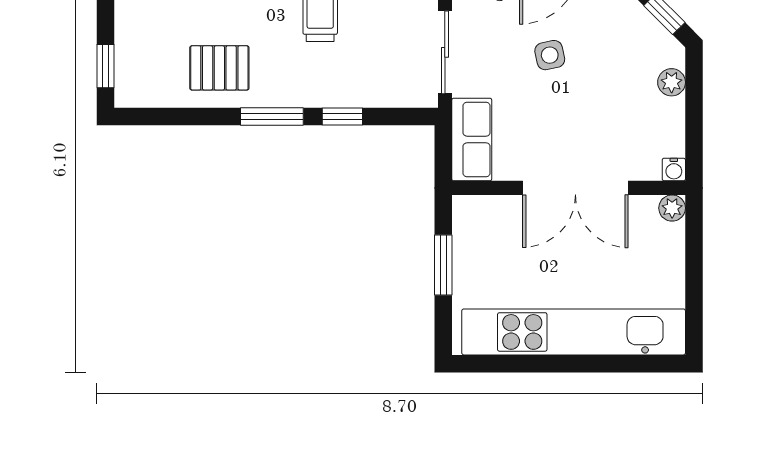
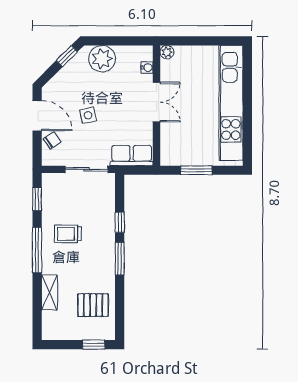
pallet: (219, 68) -> (93, 305), moved, turned 90
plant: (672, 82) -> (102, 59), width x1.88, depth x1.88
water cooler: (674, 169) -> (147, 68), moved
double door: (575, 188) -> (157, 102), width x0.73

